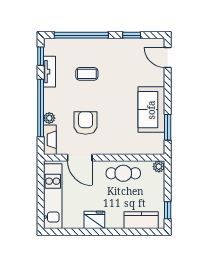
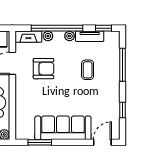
window: (81, 35) -> (123, 65), width x0.68
plant: (49, 94) -> (69, 36), added
sofa: (151, 110) -> (63, 128), width x1.36

